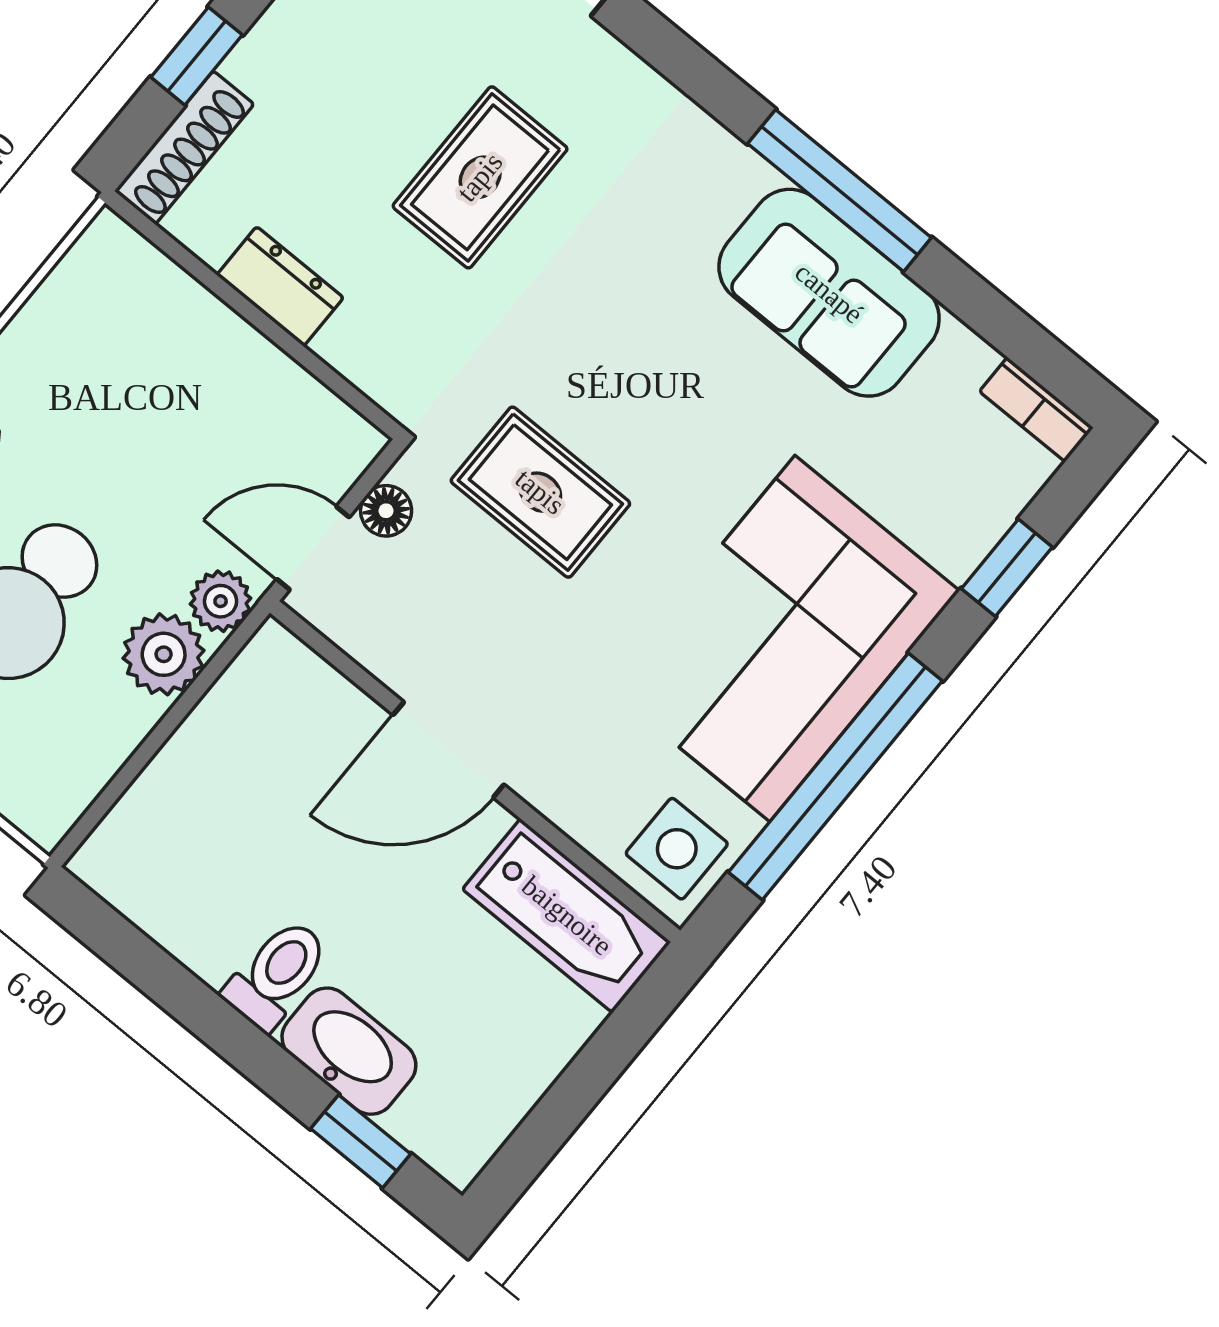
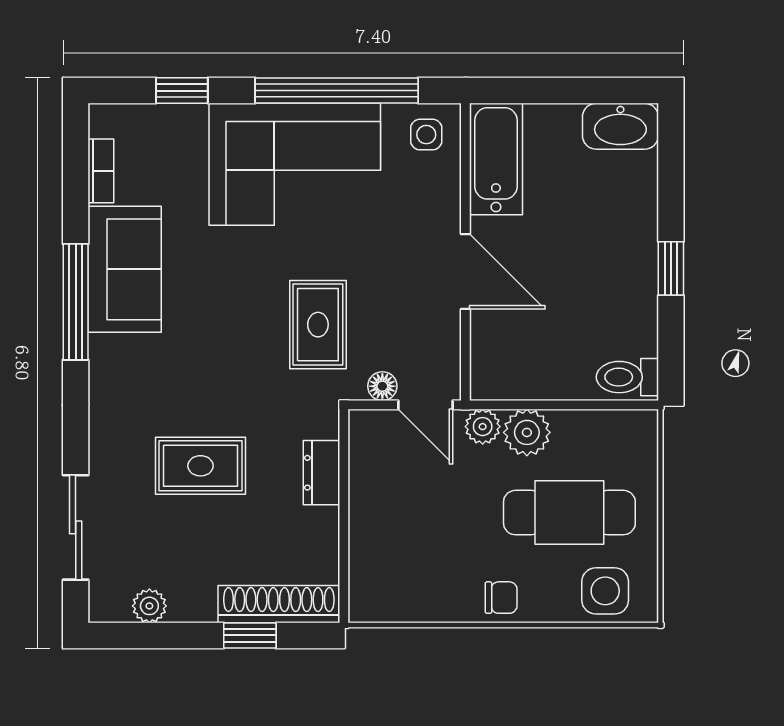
shoe rack: (184, 148) -> (279, 604), width x1.36, depth x1.24
dresser: (280, 286) -> (322, 473), moved
bookcase: (1036, 409) -> (101, 171), moved
side table: (677, 849) -> (426, 135), width x0.73, depth x0.73
toilet: (277, 974) -> (627, 377), moved
washbasin: (349, 1051) -> (620, 126), moved, turned -90
window: (361, 1141) -> (671, 268), moved

